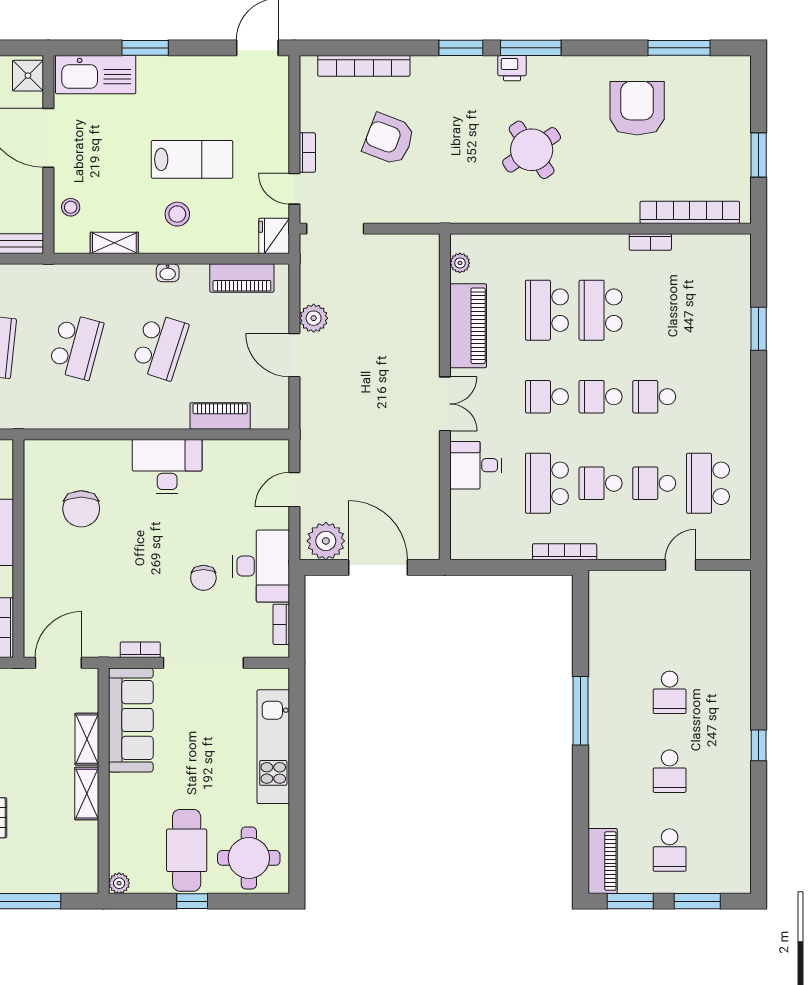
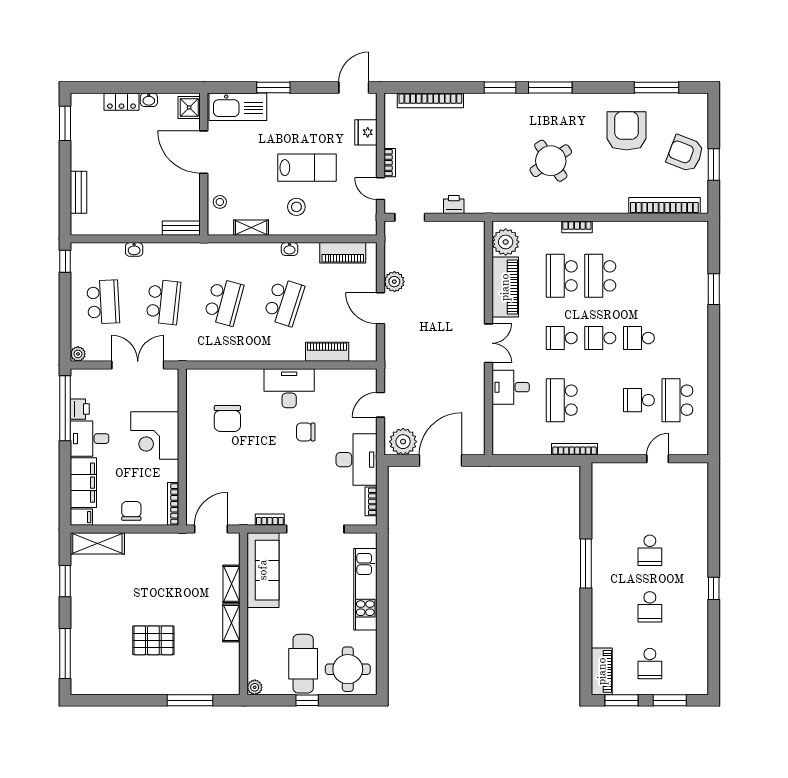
printer: (512, 68) -> (454, 204), moved, turned 180
armchair: (389, 139) -> (685, 153), moved
doorway: (335, 229) -> (410, 217), width x0.73
fridge: (274, 236) -> (366, 132), moved
bookcase: (650, 242) -> (577, 227), moved
plant: (460, 263) -> (506, 242), width x1.88, depth x1.88
school desk: (601, 483) -> (600, 400), removed
door: (378, 567) -> (441, 461), hinge flipped
chair: (203, 578) -> (306, 432), moved, turned 90

